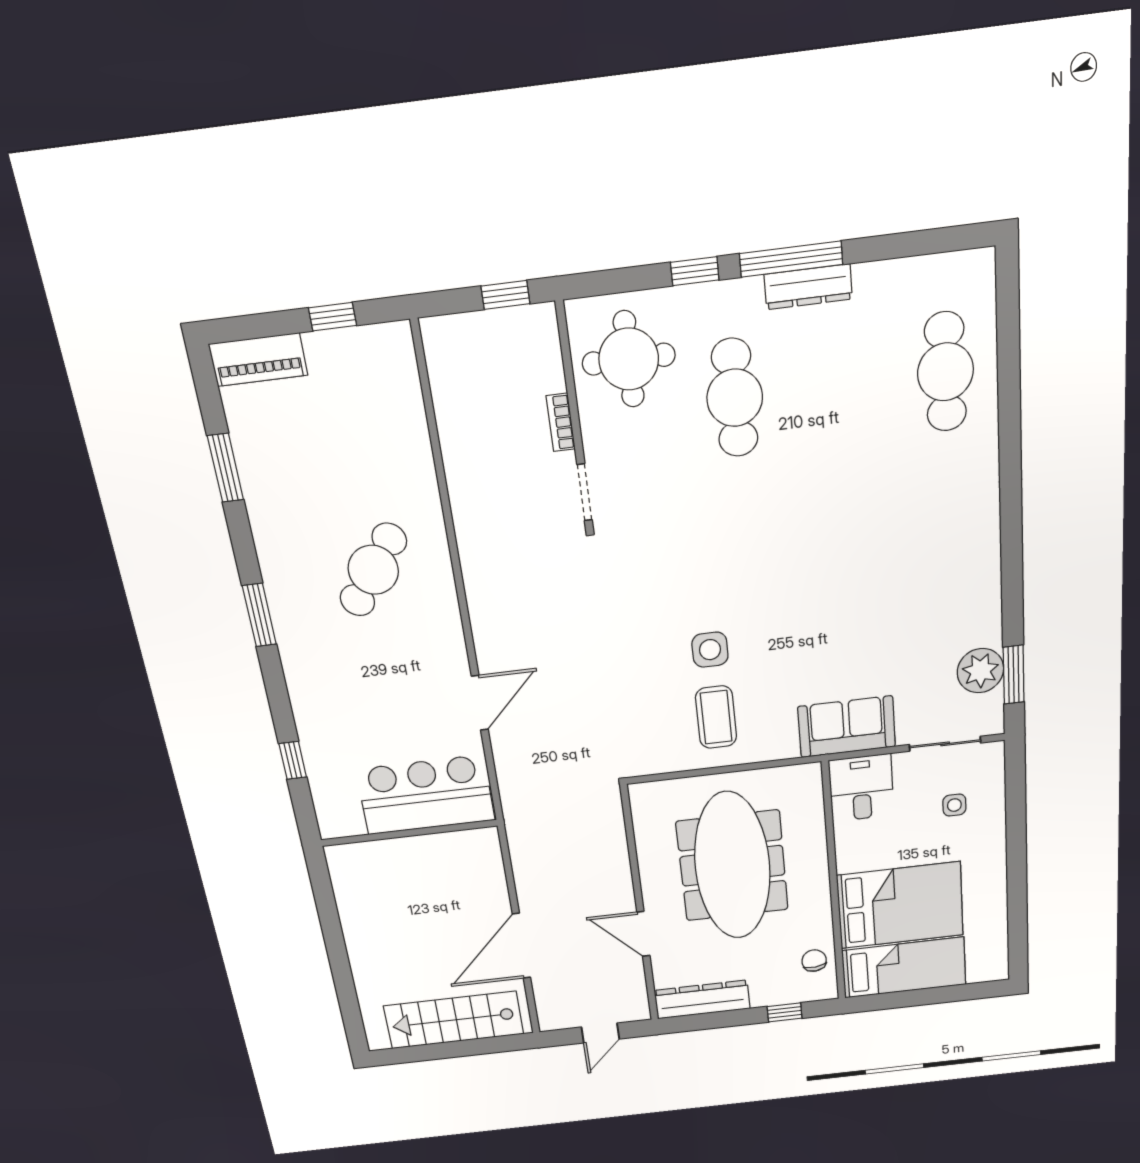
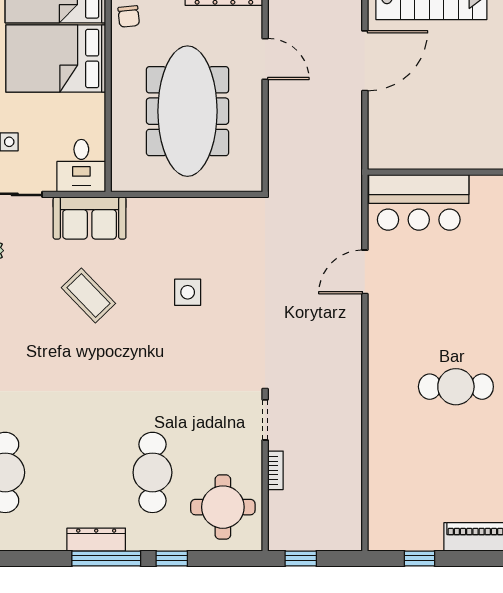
cafe table: (373, 570) -> (456, 387), moved, turned 53
coffee table: (716, 717) -> (88, 296), moved, turned -44

